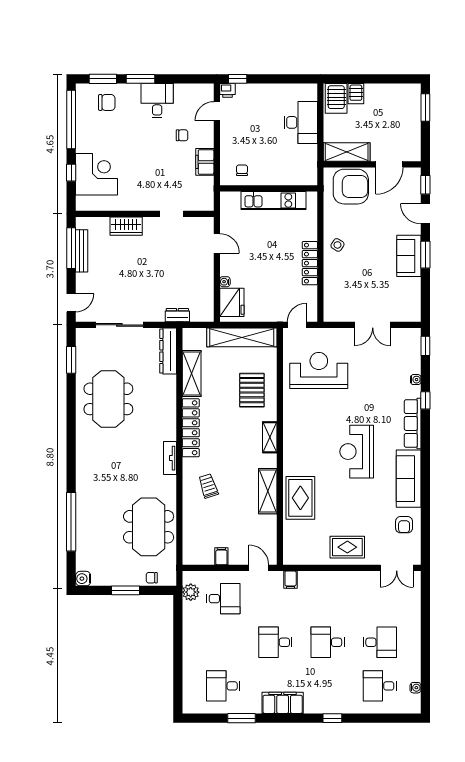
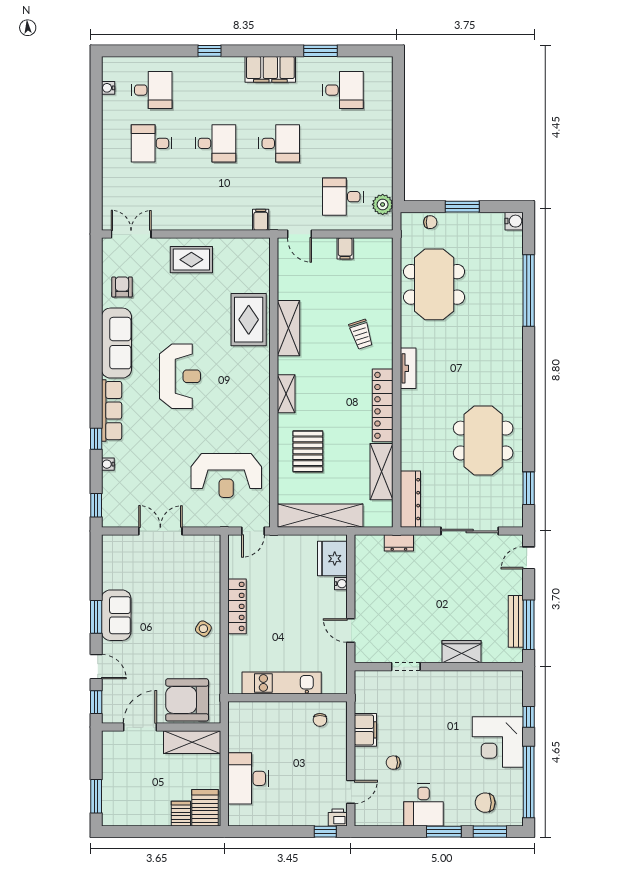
corner desk: (97, 174) -> (498, 742), moved

